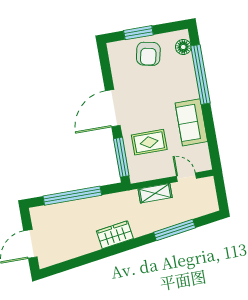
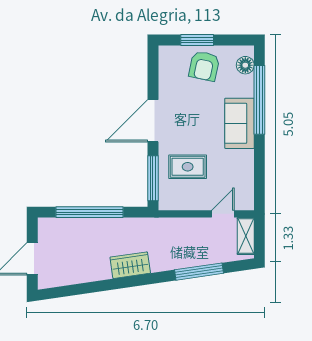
sofa: (191, 122) -> (240, 123), moved
door: (186, 177) -> (223, 214), hinge flipped
shelving: (155, 193) -> (246, 236), moved, turned 90

